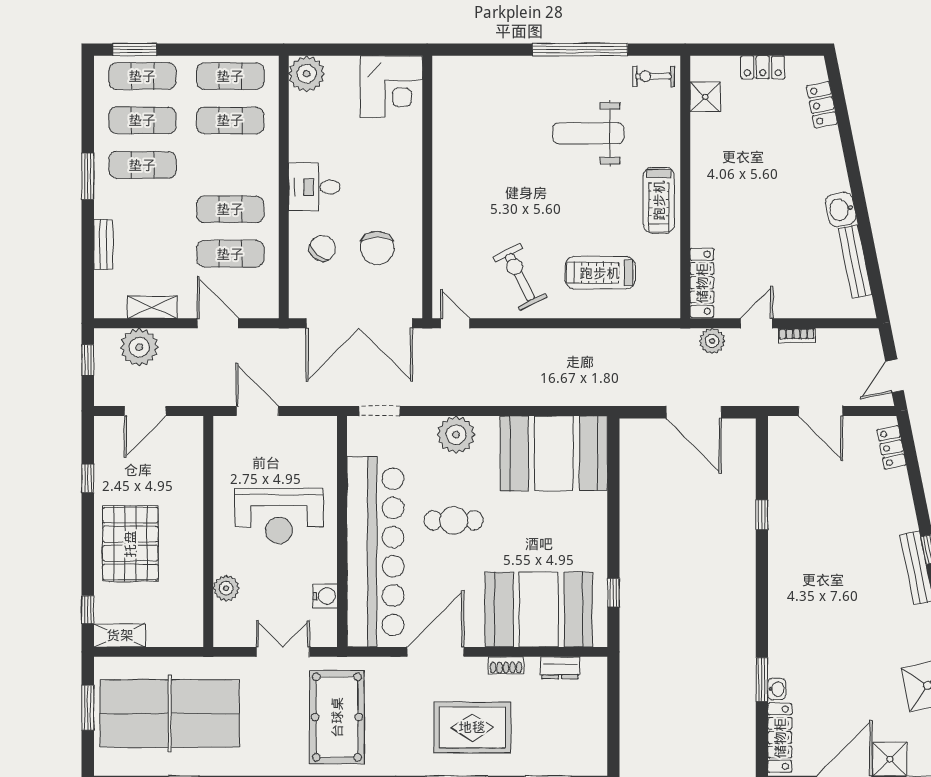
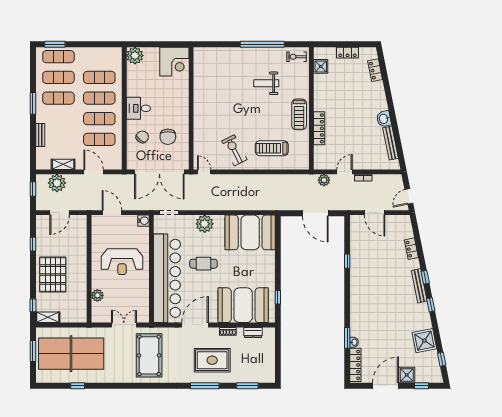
exercise mat: (230, 76) -> (99, 98), moved
weight bench: (588, 133) -> (266, 83), width x0.73, depth x0.75
locker: (702, 283) -> (319, 128), moved
locker: (892, 447) -> (411, 249), moved
water cooler: (325, 596) -> (144, 221), moved

